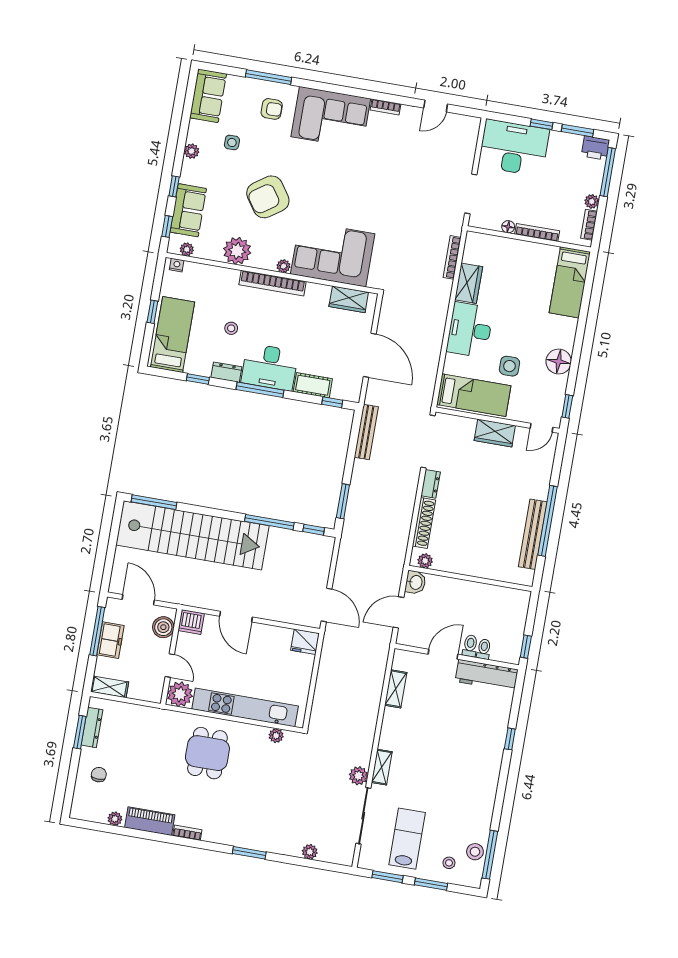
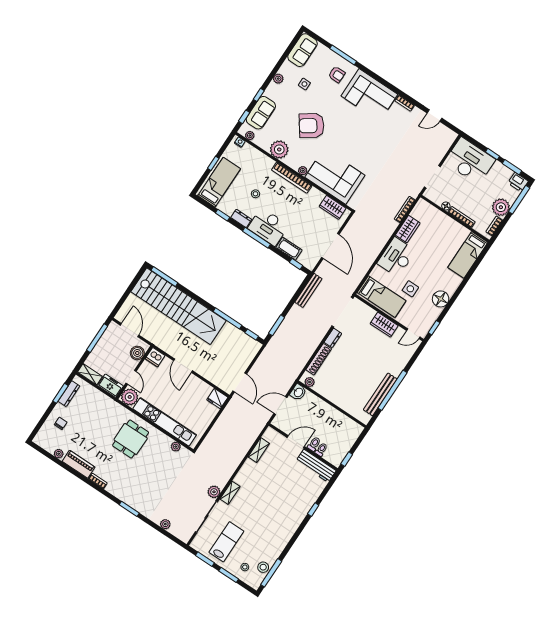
plant: (592, 201) -> (501, 207), width x1.88, depth x1.88
freezer: (111, 640) -> (110, 386), moved, turned -90

